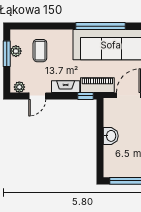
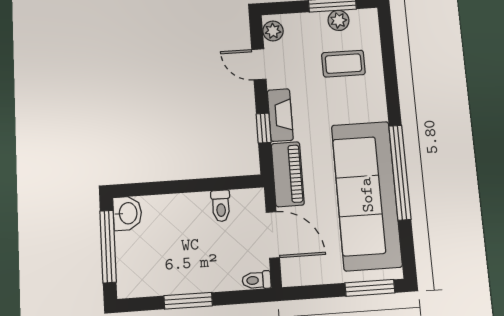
window: (86, 96) -> (264, 128), moved
toilet: (111, 121) -> (221, 206), added
washbasin: (111, 136) -> (127, 213), moved, turned -90

